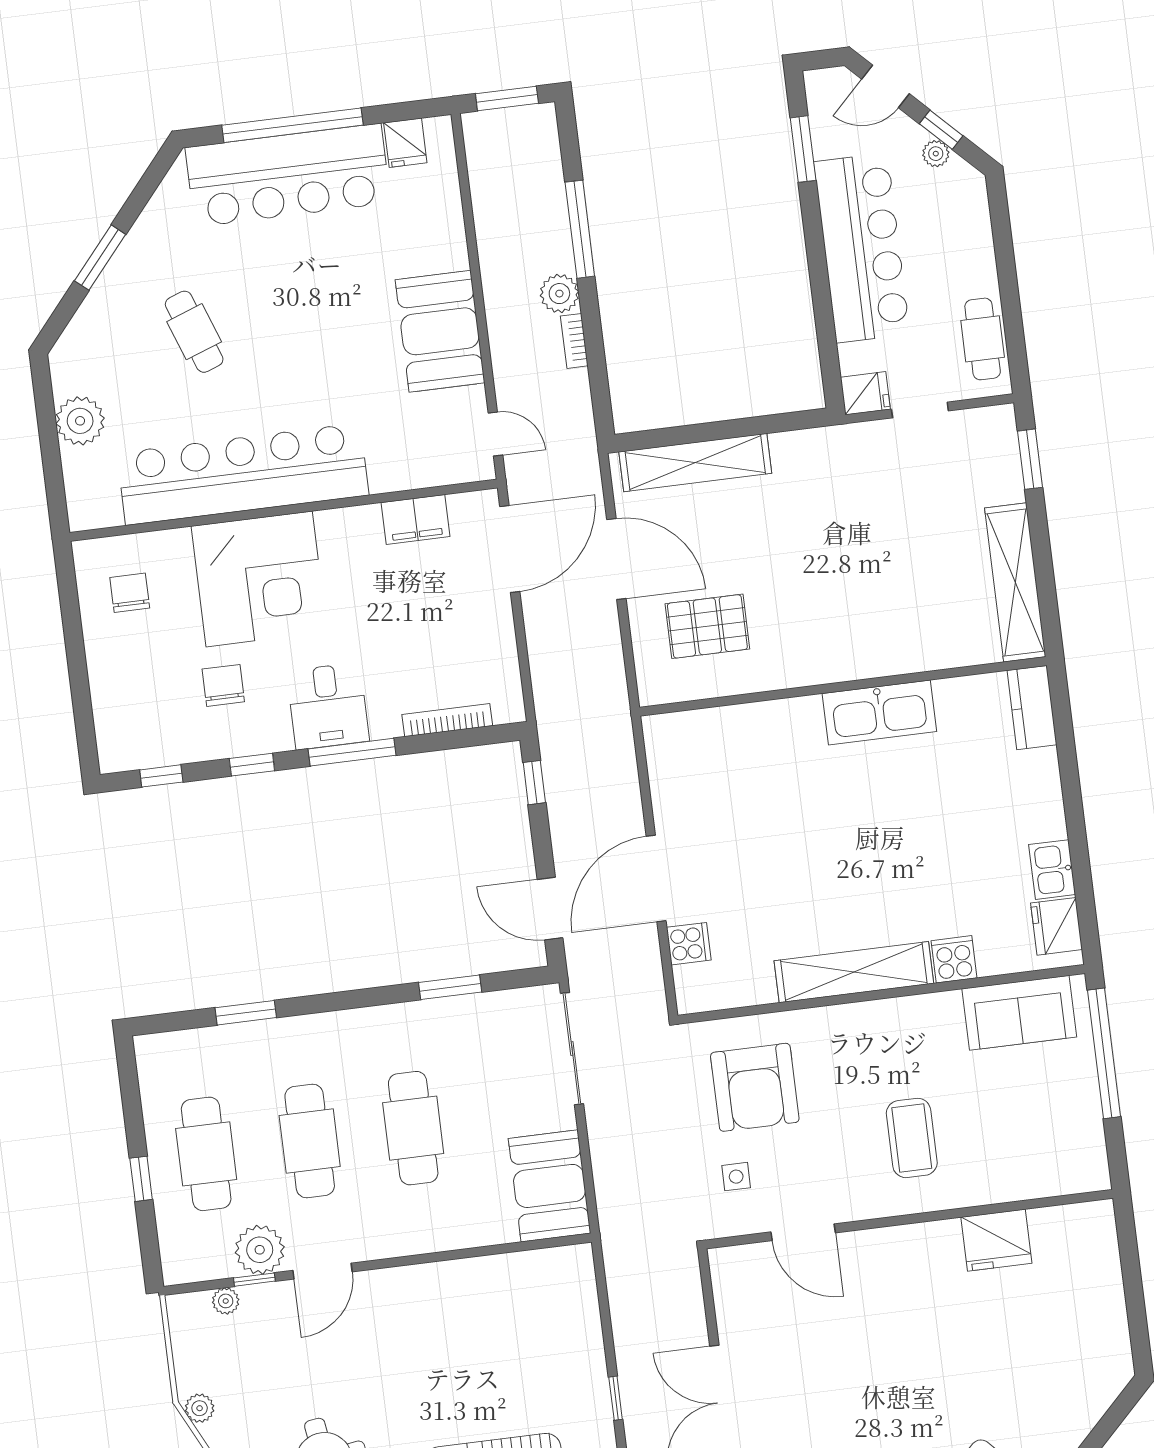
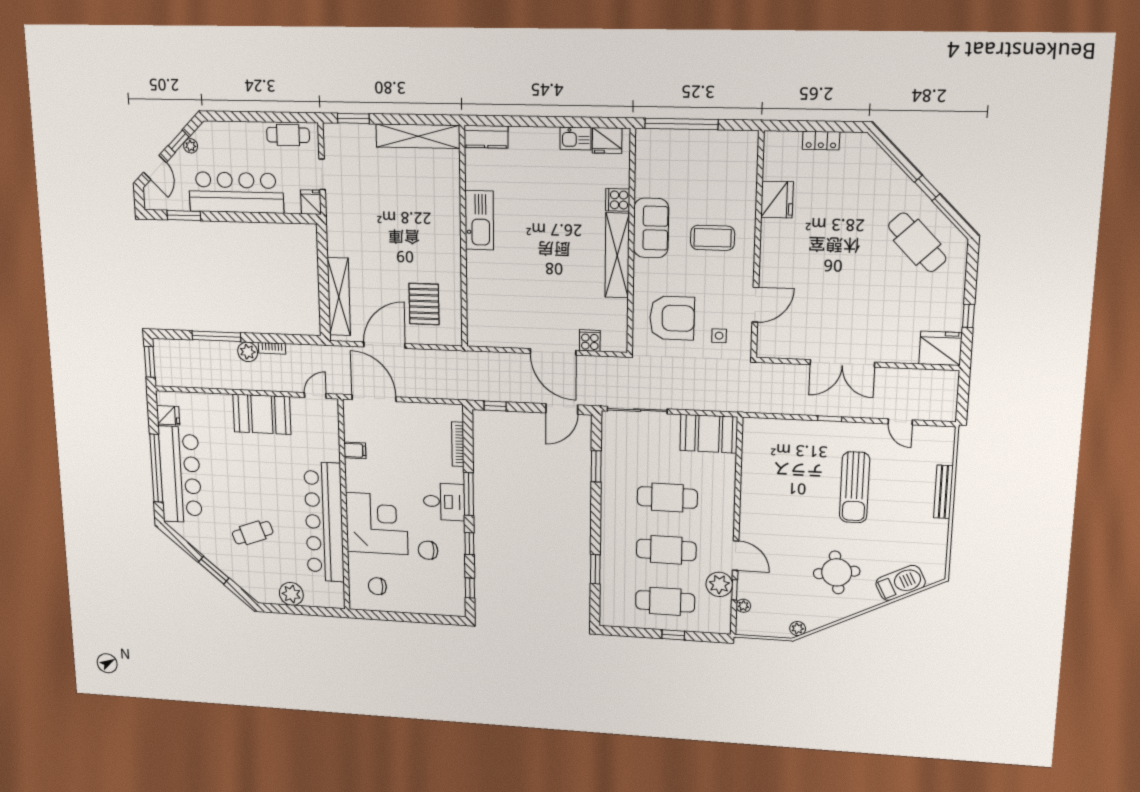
filing cabinet: (416, 520) -> (355, 450), width x0.50
sofa: (1019, 1013) -> (651, 228), moved
locker: (1110, 1299) -> (821, 141), added

